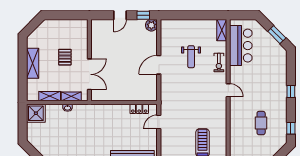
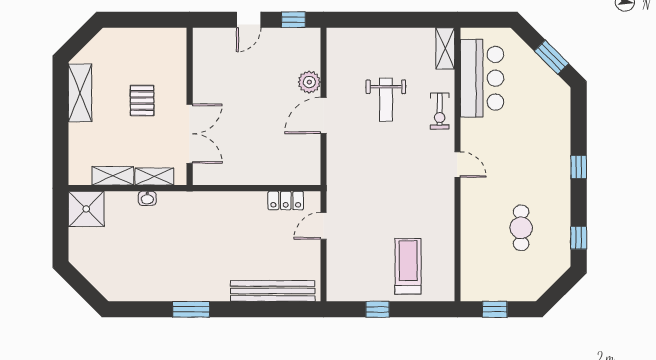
plant: (151, 25) -> (309, 82), moved
shelving: (33, 63) -> (80, 93), moved

